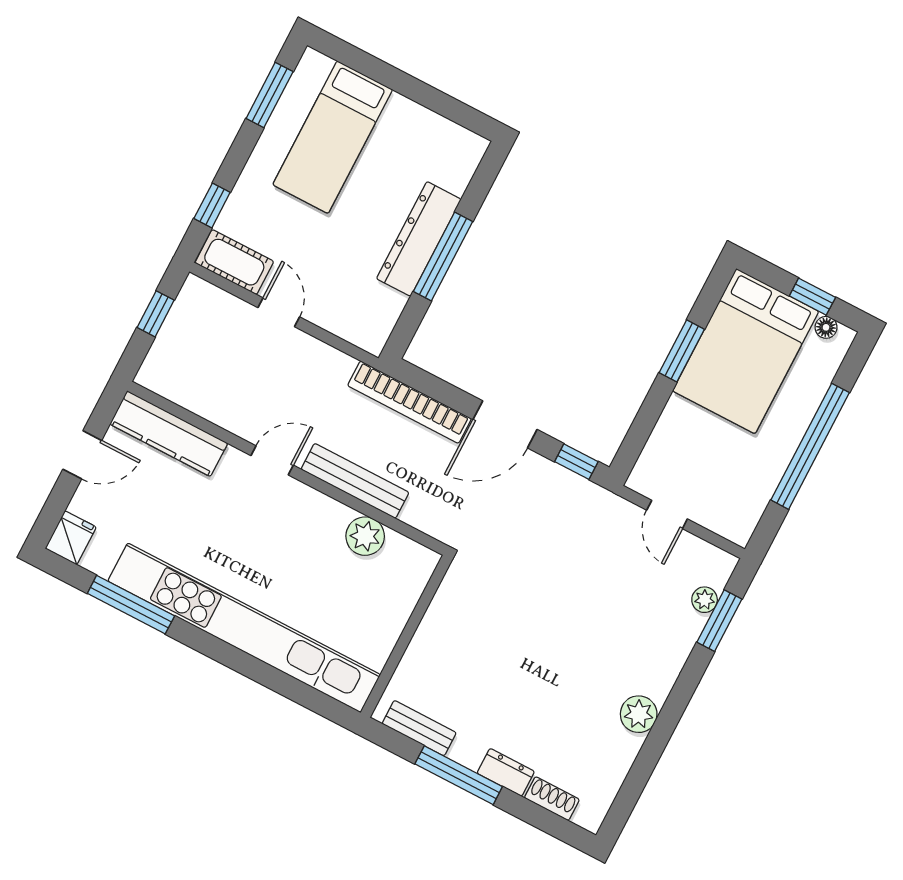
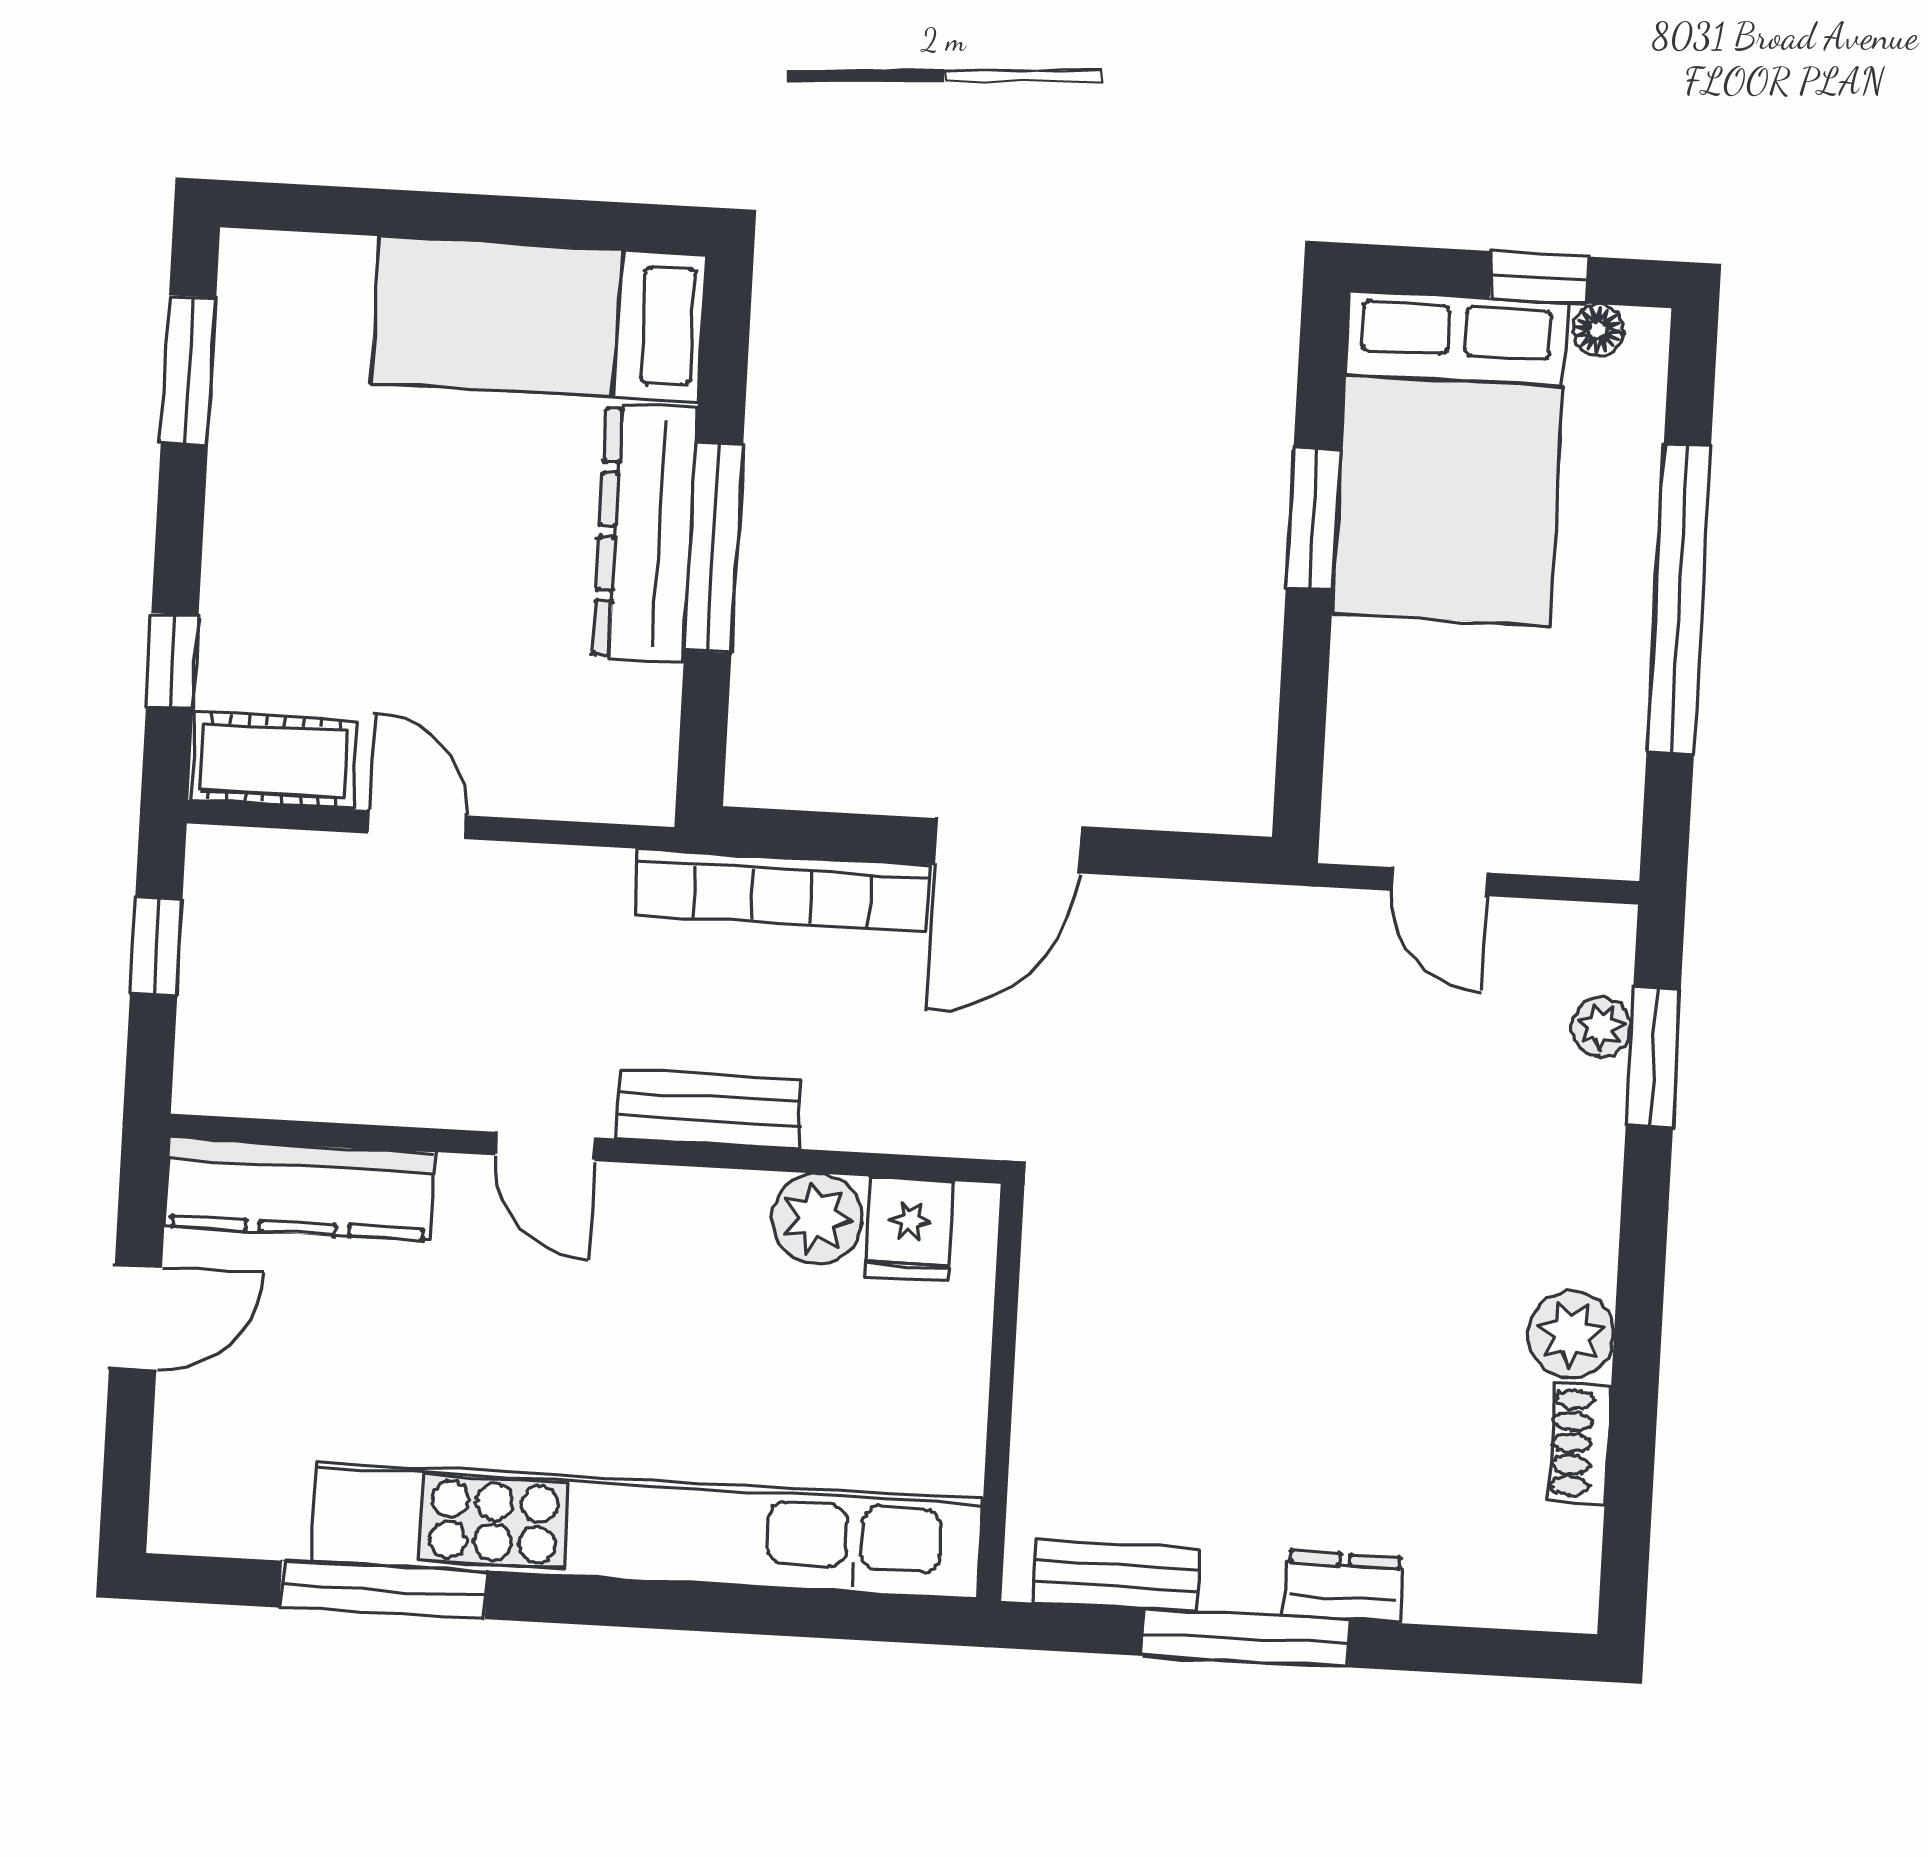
bed: (333, 137) -> (539, 319), moved, turned 90
door: (272, 460) -> (546, 1146), swing flipped
window: (576, 462) -> (1195, 856), removed
bench: (355, 481) -> (709, 1109), width x0.73
fridge: (71, 538) -> (910, 1229), moved, turned 180
shoe rack: (552, 799) -> (1579, 1443), moved, turned -90

